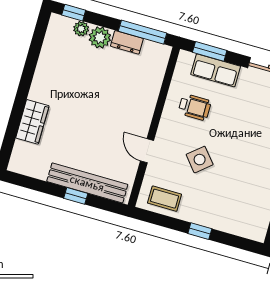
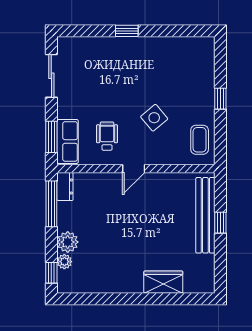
dresser: (127, 42) -> (65, 186), moved
row of seats: (216, 70) -> (68, 141), moved
door: (147, 151) -> (134, 169), moved

